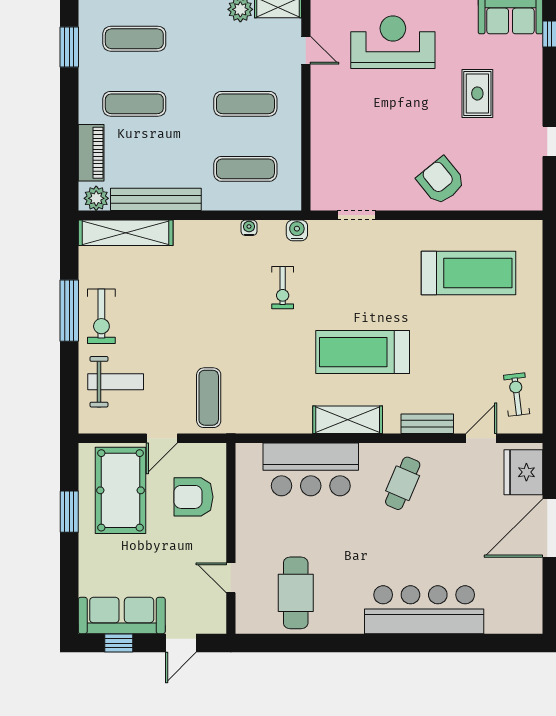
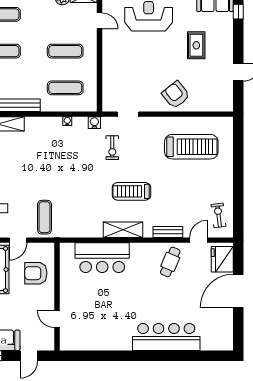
exercise bike: (283, 288) -> (112, 148), moved
treadmill: (363, 352) -> (131, 191), width x0.73, depth x0.73
cafe table: (403, 483) -> (170, 262), moved
cafe table: (296, 593) -> (94, 327), removed

